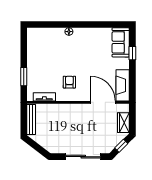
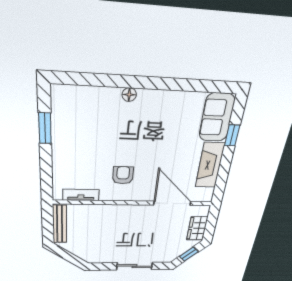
window: (24, 77) -> (45, 128), moved
fireplace: (123, 85) -> (210, 165), moved
sliding door: (83, 157) -> (135, 266), width x0.73

